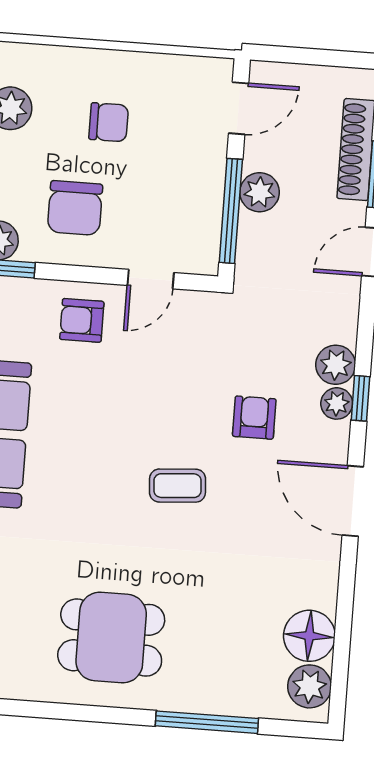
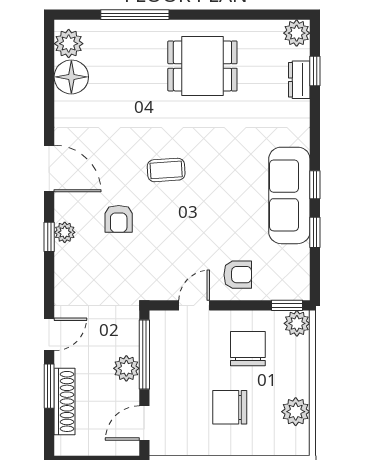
chair: (109, 122) -> (230, 407), width x1.37, depth x1.37
plant: (336, 365) -> (67, 258), removed

